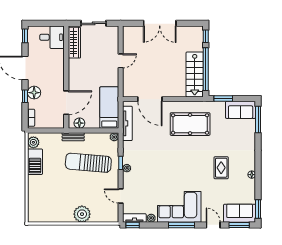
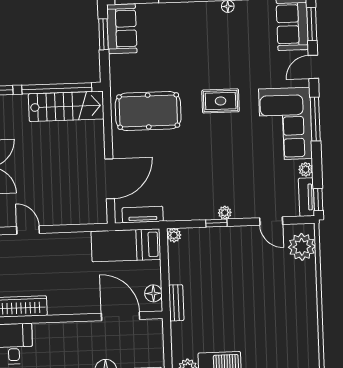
door: (121, 61) -> (28, 230), moved
window: (223, 99) -> (103, 34), moved
tv unit: (127, 123) -> (143, 215), width x0.71
pool table: (190, 124) -> (148, 111), turned 90
sun lounger: (88, 163) -> (218, 276), removed
rug: (221, 168) -> (221, 101), moved
door: (121, 196) -> (271, 221), hinge flipped
plant: (82, 214) -> (302, 247), moved

